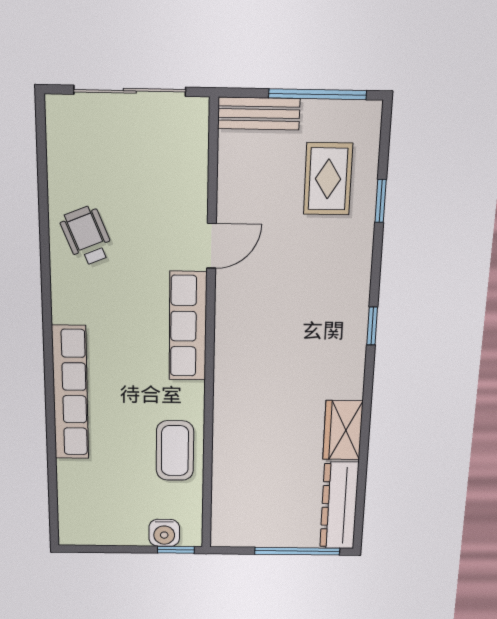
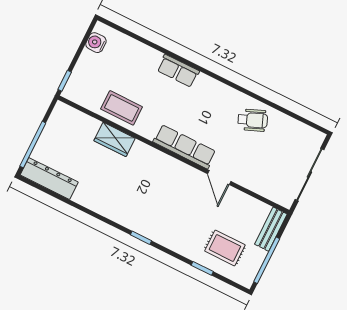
row of seats: (70, 393) -> (178, 71), width x0.50
wardrobe: (343, 430) -> (114, 139), moved, turned 180
water cooler: (164, 533) -> (96, 43), moved

